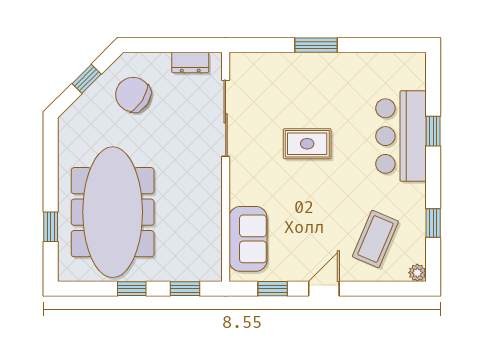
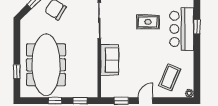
rug: (307, 144) -> (148, 22), moved
window: (433, 223) -> (197, 70), removed
sofa: (248, 239) -> (110, 60), moved

